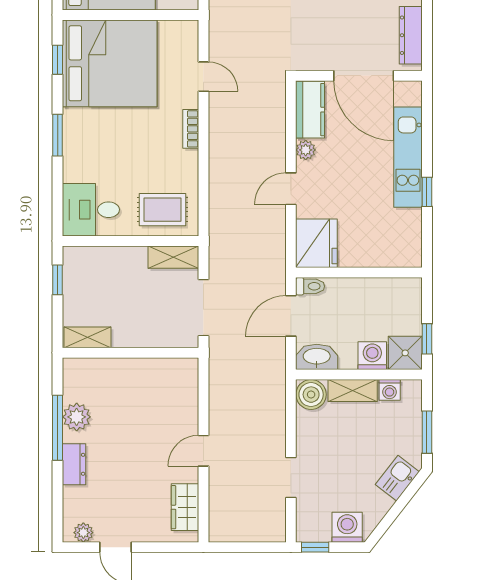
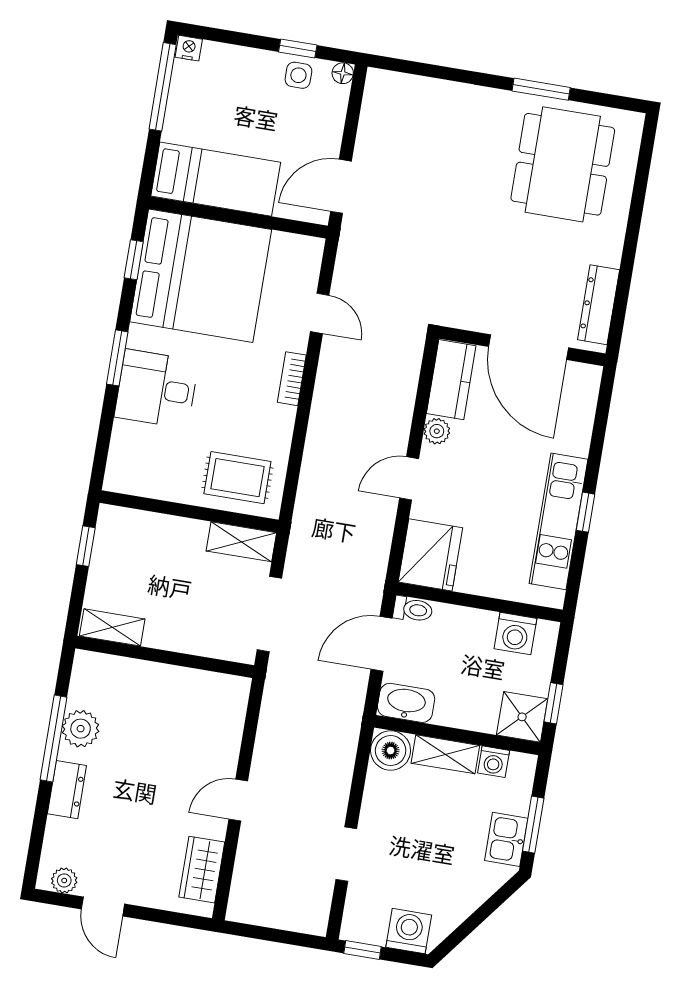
kitchen unit: (408, 157) -> (559, 521), moved
desk: (91, 210) -> (157, 389), moved
washing machine: (372, 356) -> (515, 634), moved, turned 180
kitchen sink: (397, 478) -> (506, 839), moved, turned -38

